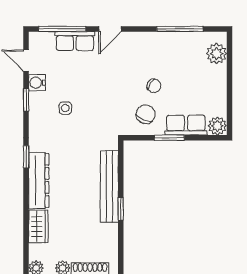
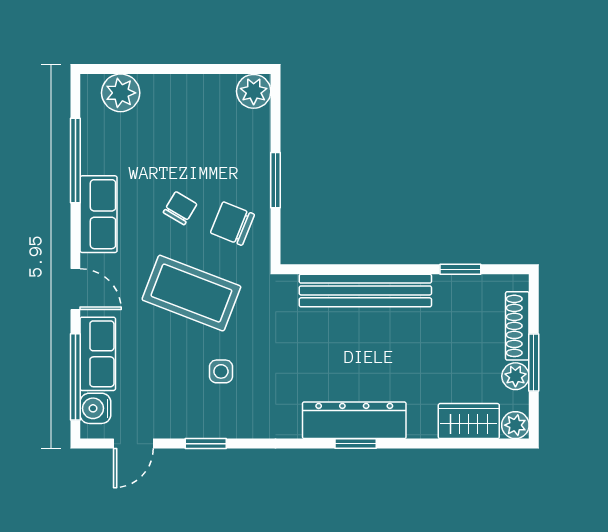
water cooler: (37, 83) -> (95, 408), moved, turned 90
coffee table: (108, 92) -> (191, 293), added
row of seats: (186, 125) -> (99, 214), moved, turned 180
window: (26, 157) -> (356, 444), moved
window: (121, 209) -> (460, 269), moved
wardrobe: (38, 226) -> (469, 421), moved

